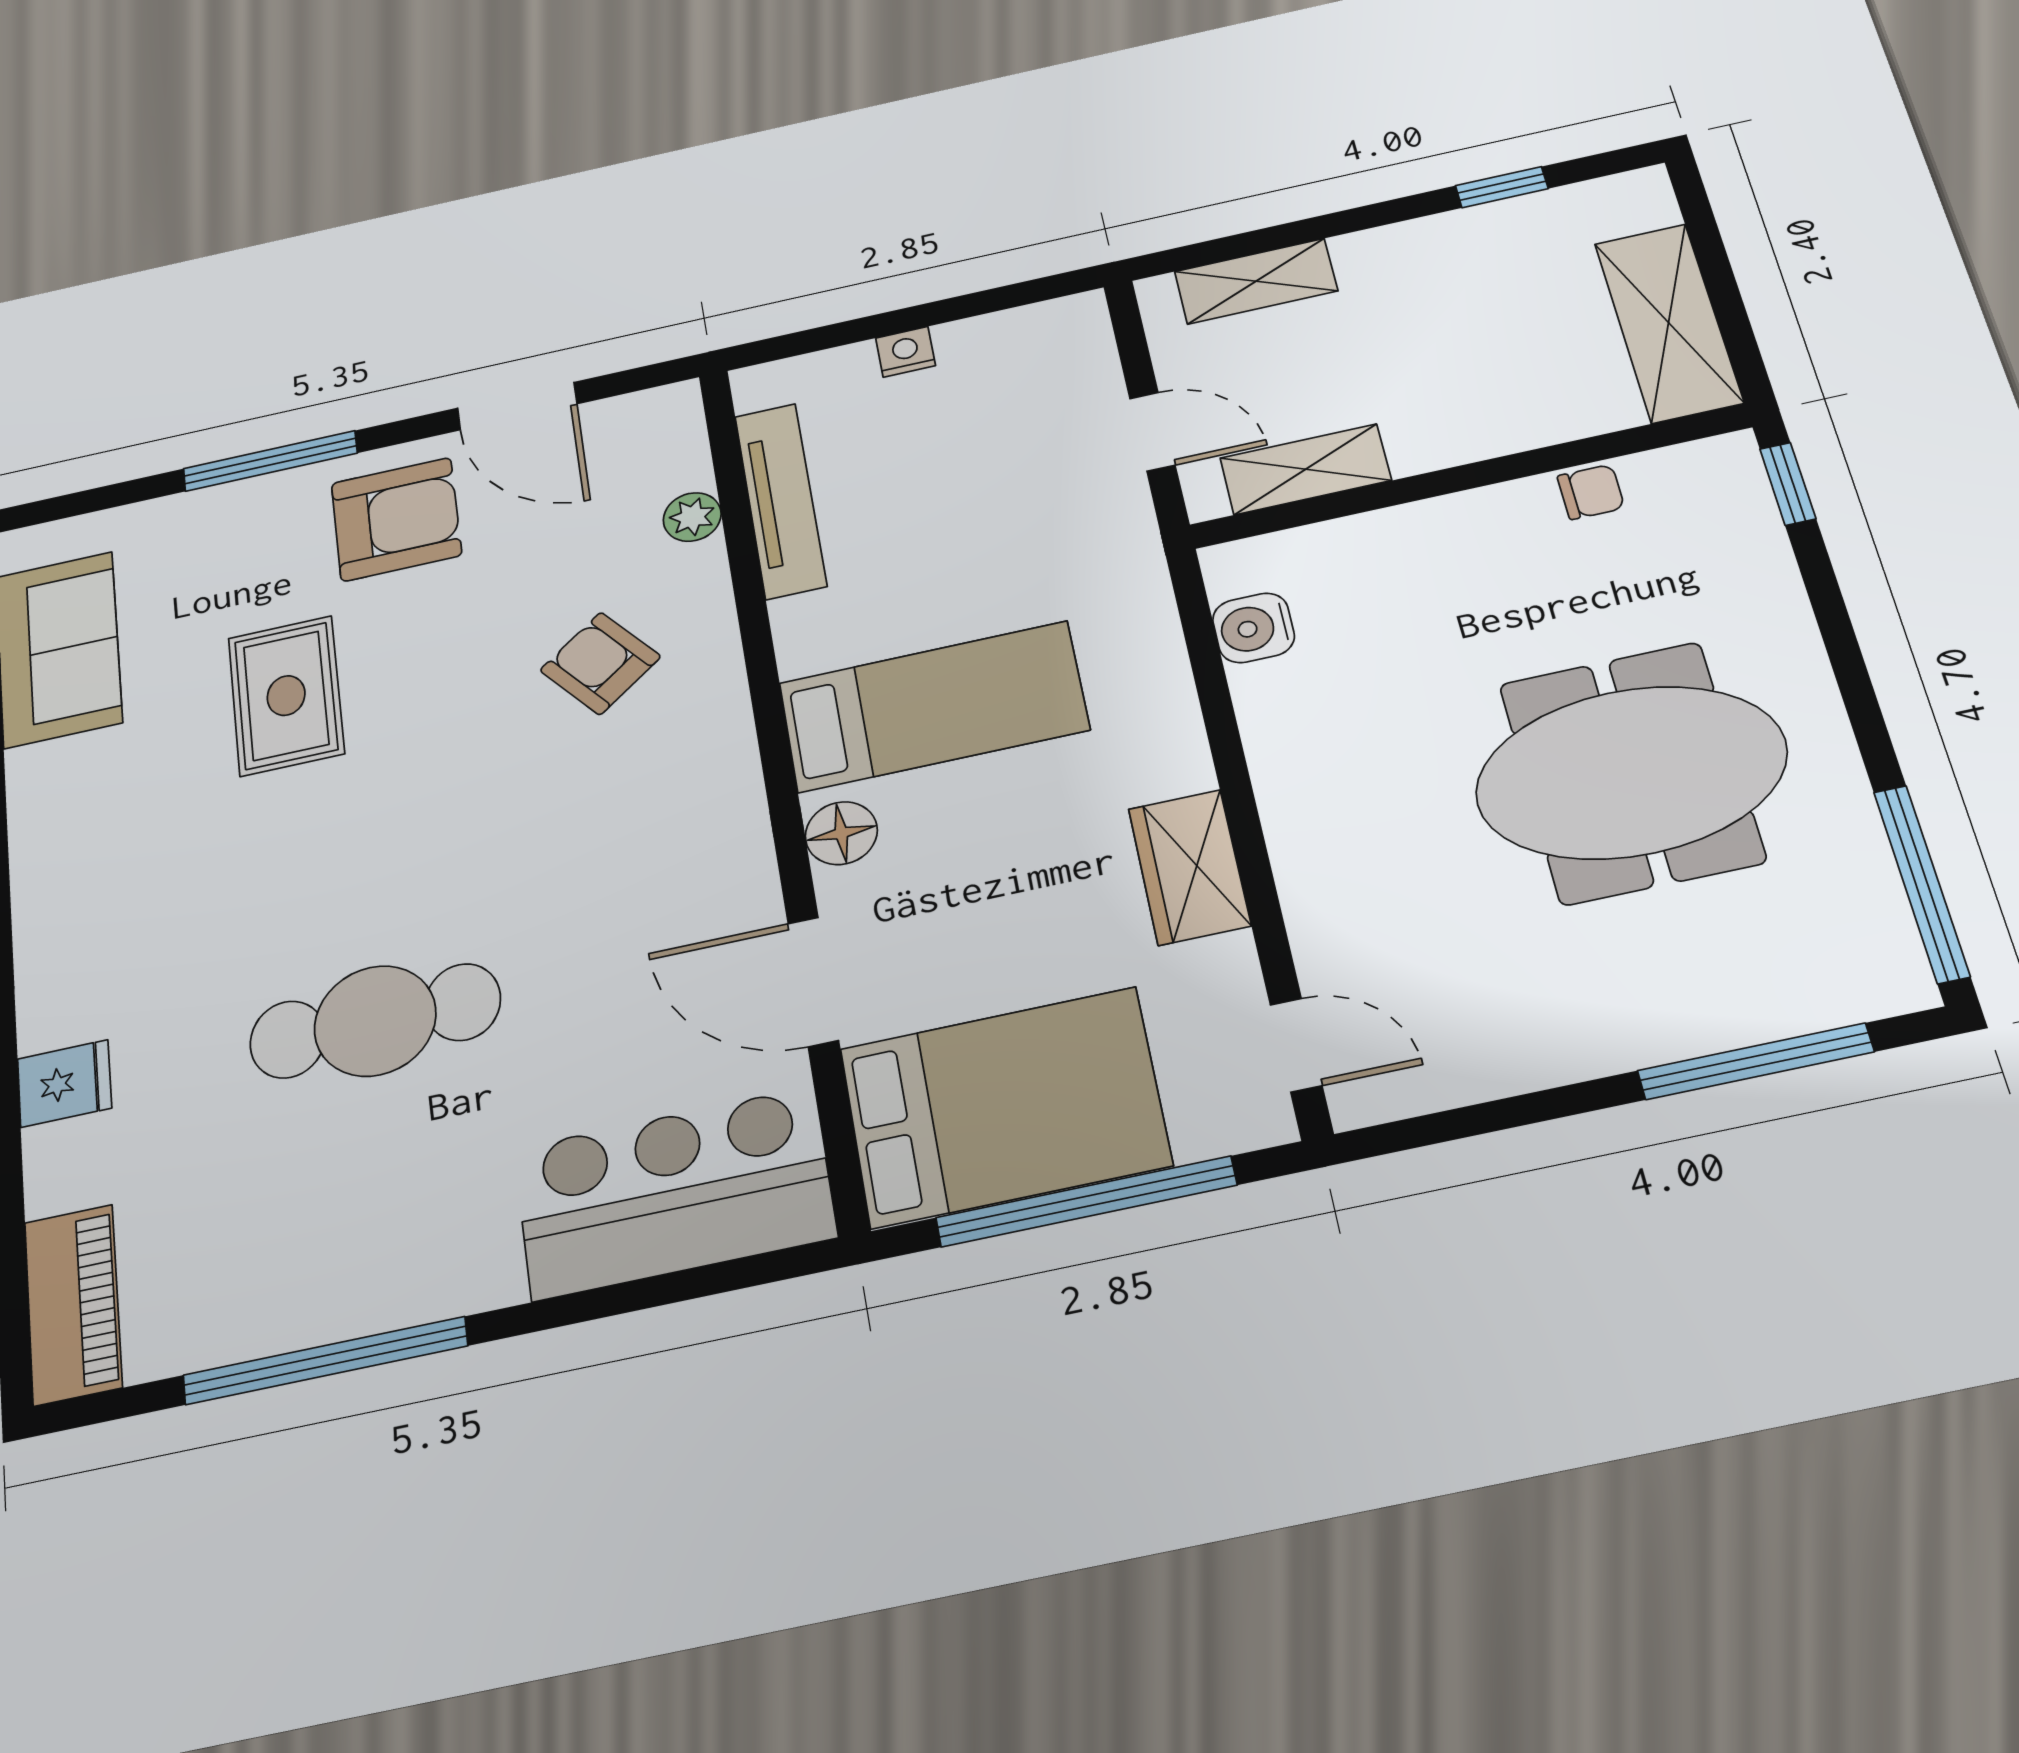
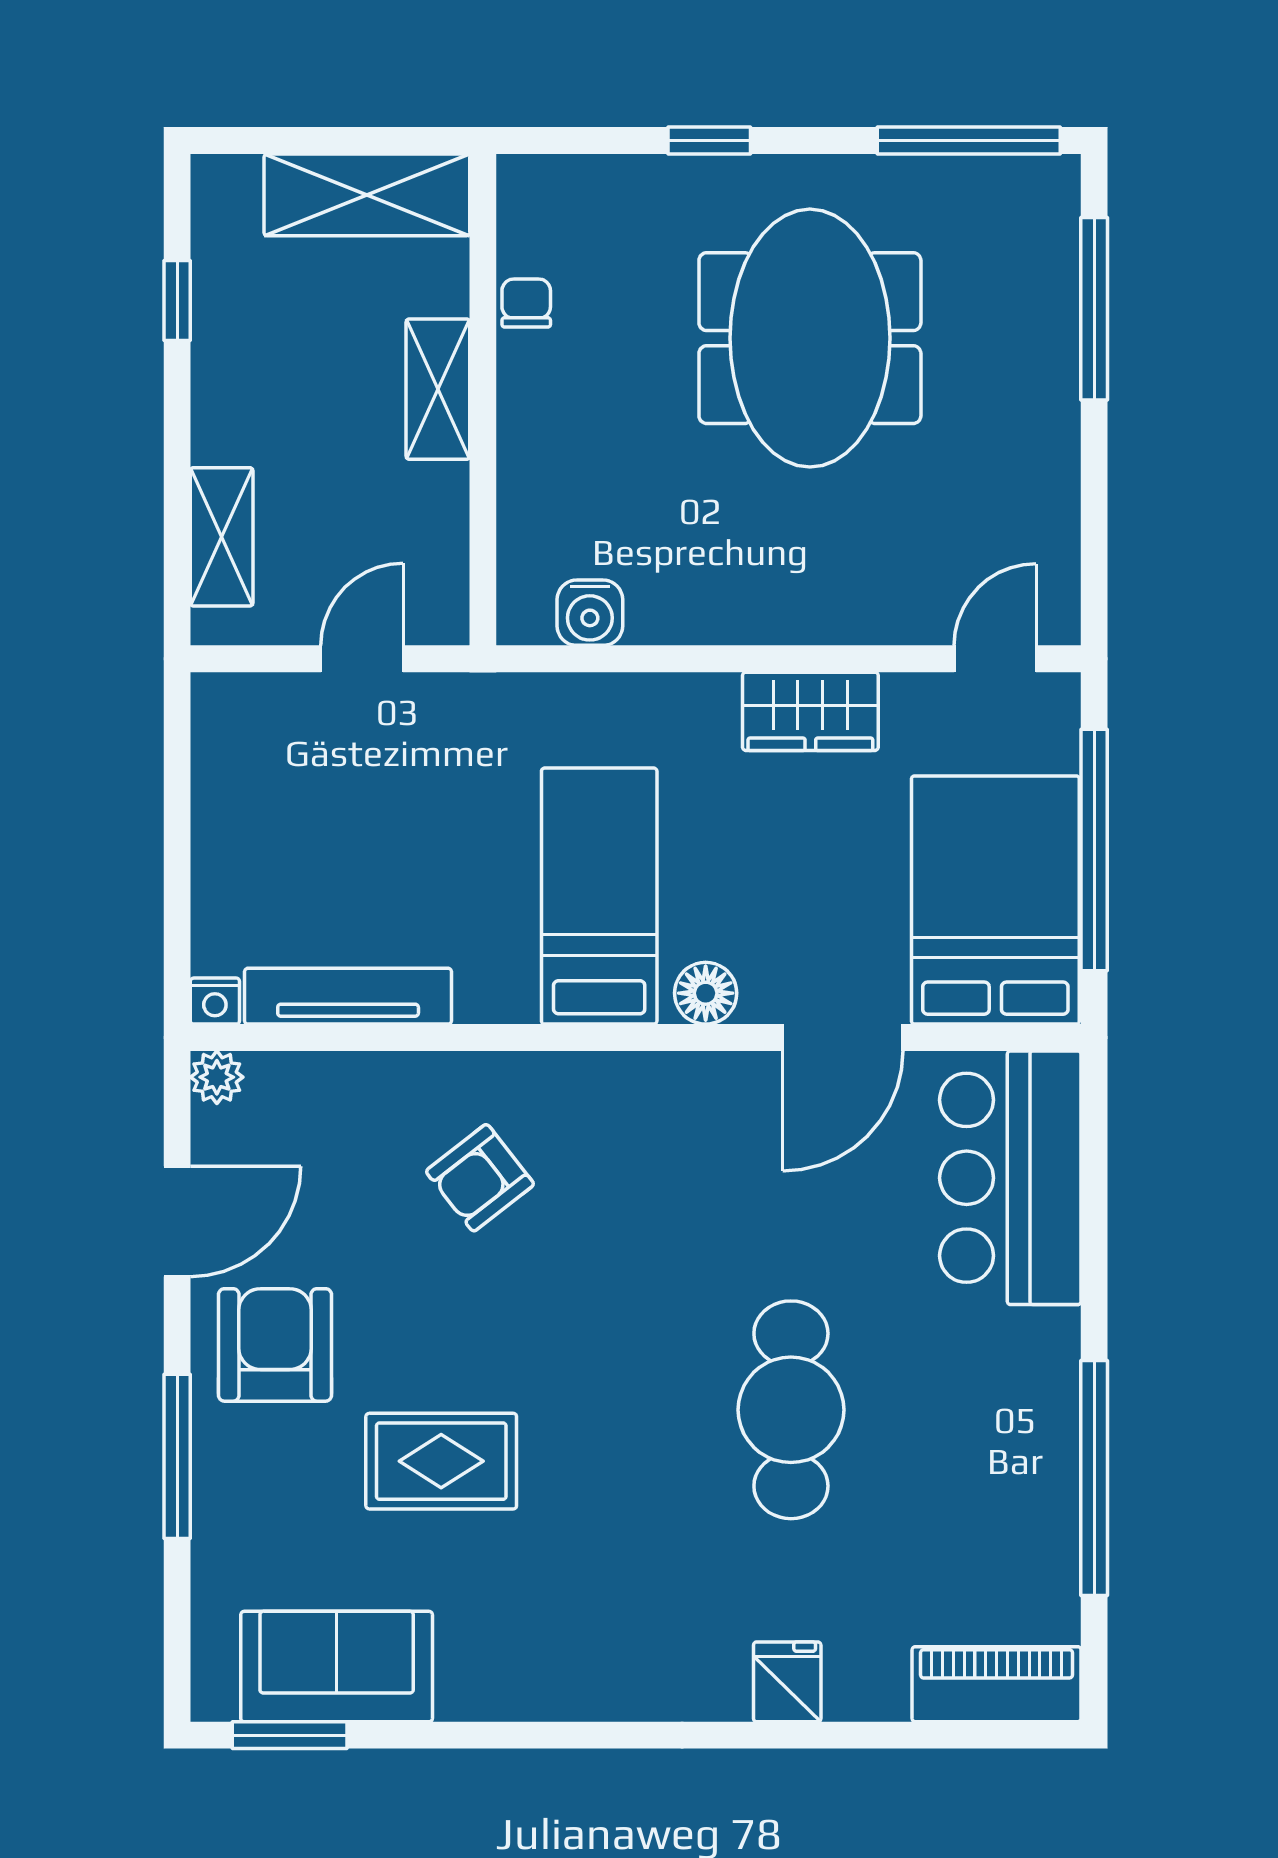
nightstand: (906, 352) -> (215, 1001), moved, turned -90
shelving: (1305, 469) -> (438, 389), moved
window: (1788, 484) -> (709, 140), moved
plant: (692, 517) -> (217, 1077), moved

